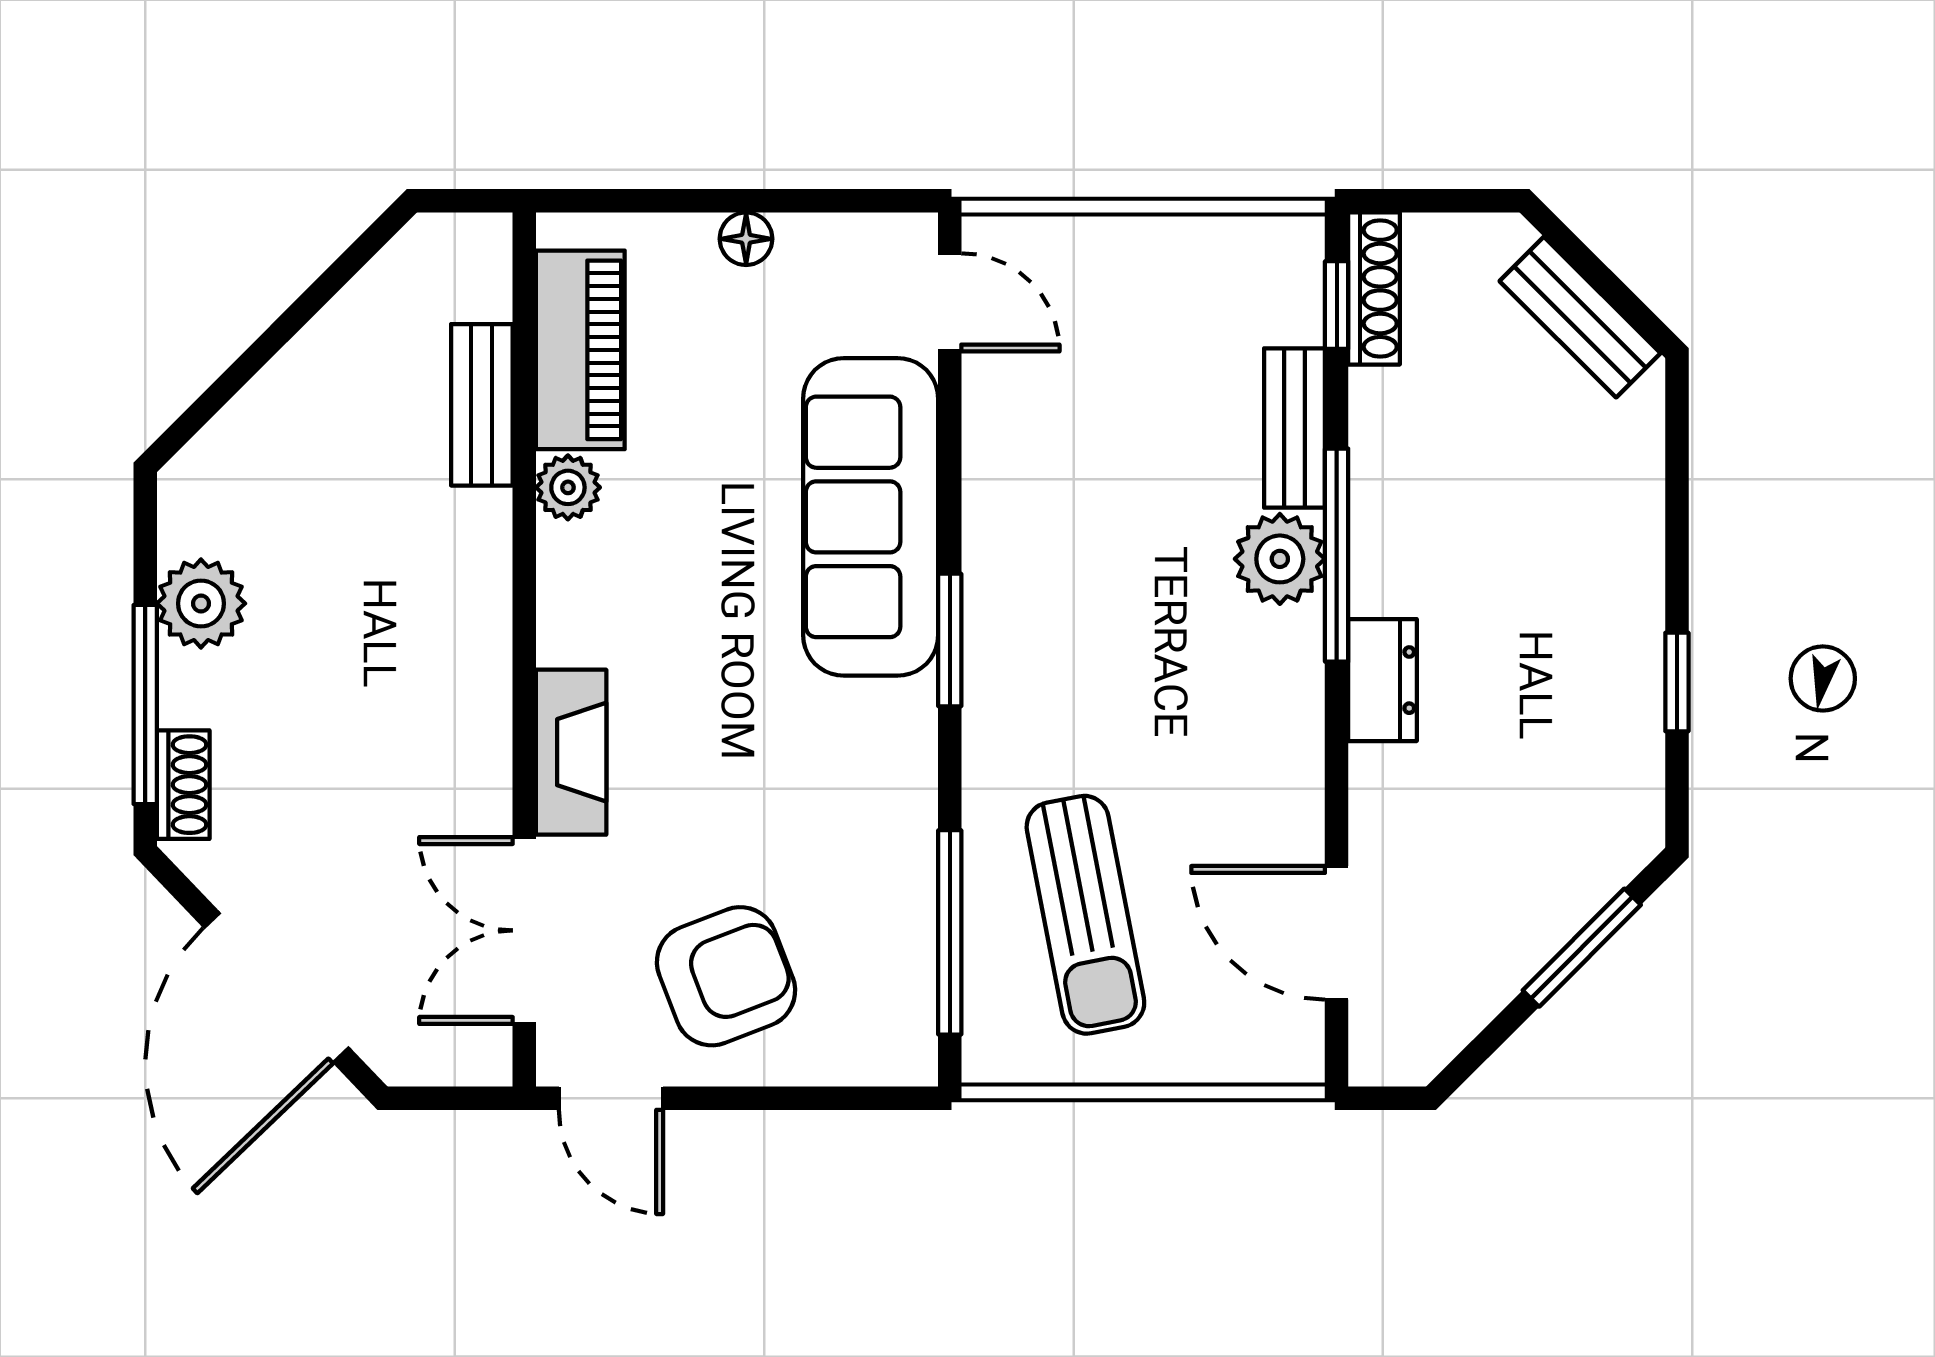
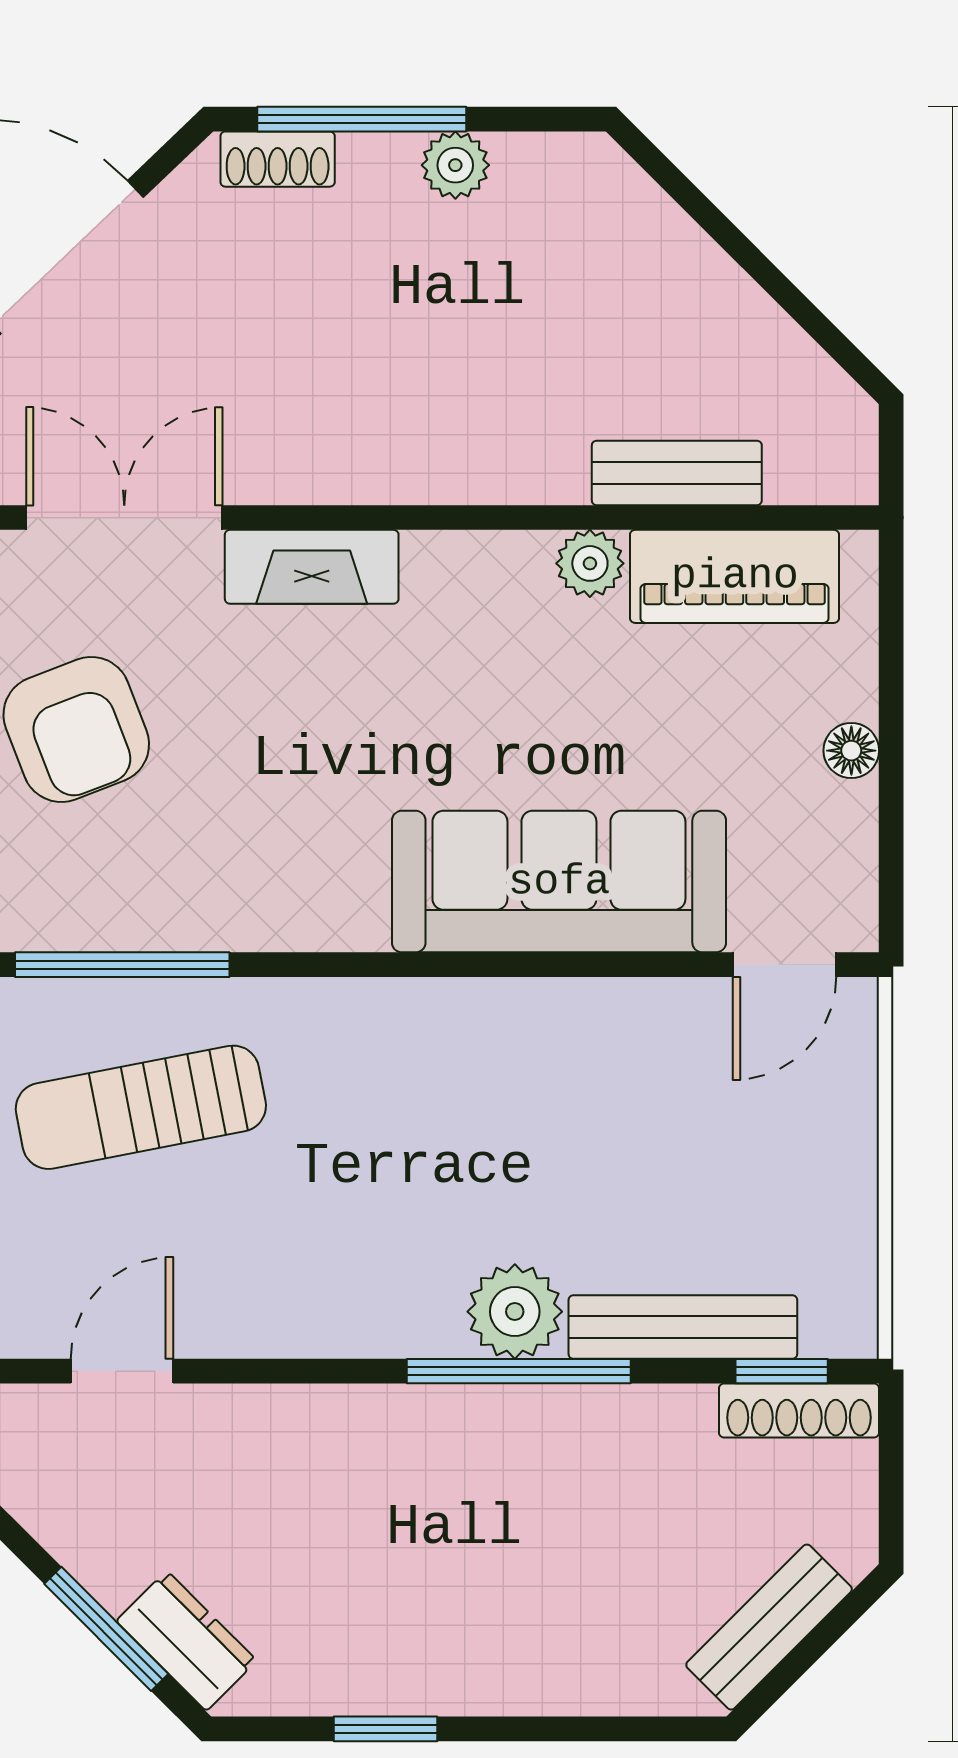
bench: (1295, 428) -> (683, 1327), width x1.36
plant: (201, 603) -> (455, 165), width x0.73, depth x0.73
window: (950, 640) -> (430, 965), removed
dresser: (1382, 680) -> (186, 1641), moved, turned -135
door: (1337, 933) -> (122, 1371), width x0.73

